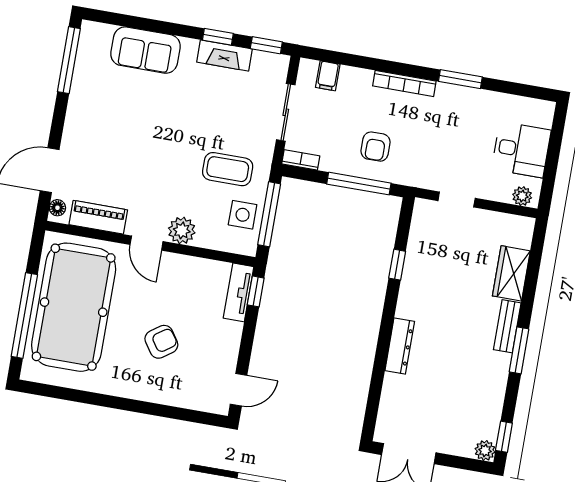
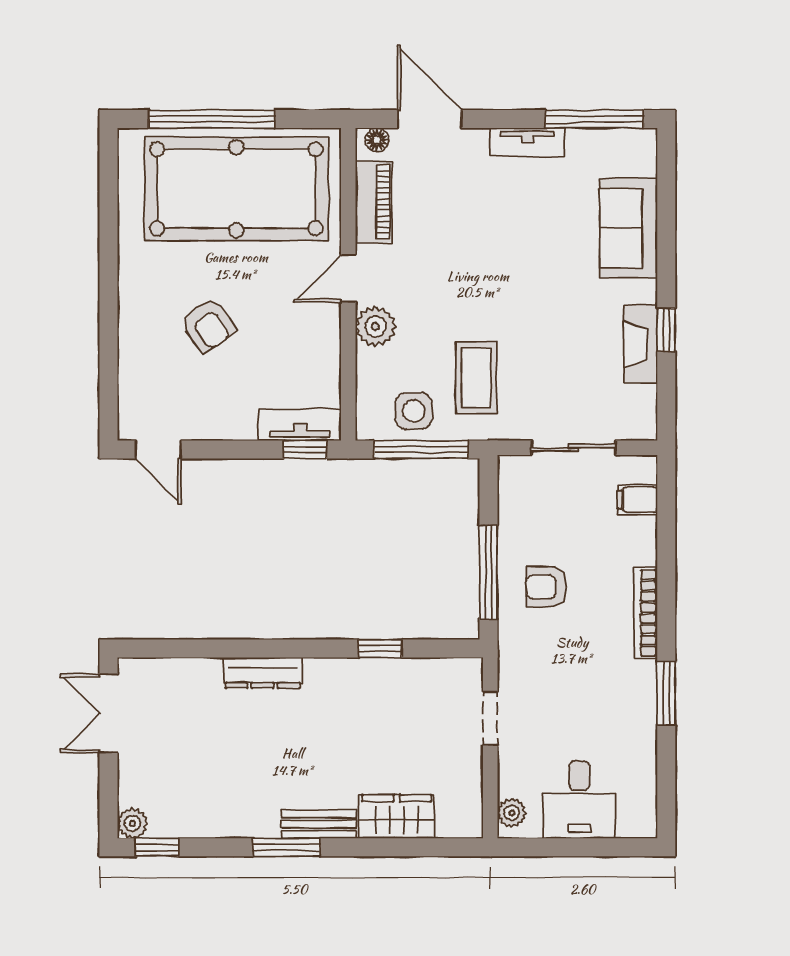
window: (266, 45) -> (666, 402), removed
tv unit: (76, 108) -> (527, 142), added
bookcase: (301, 160) -> (508, 482), removed

